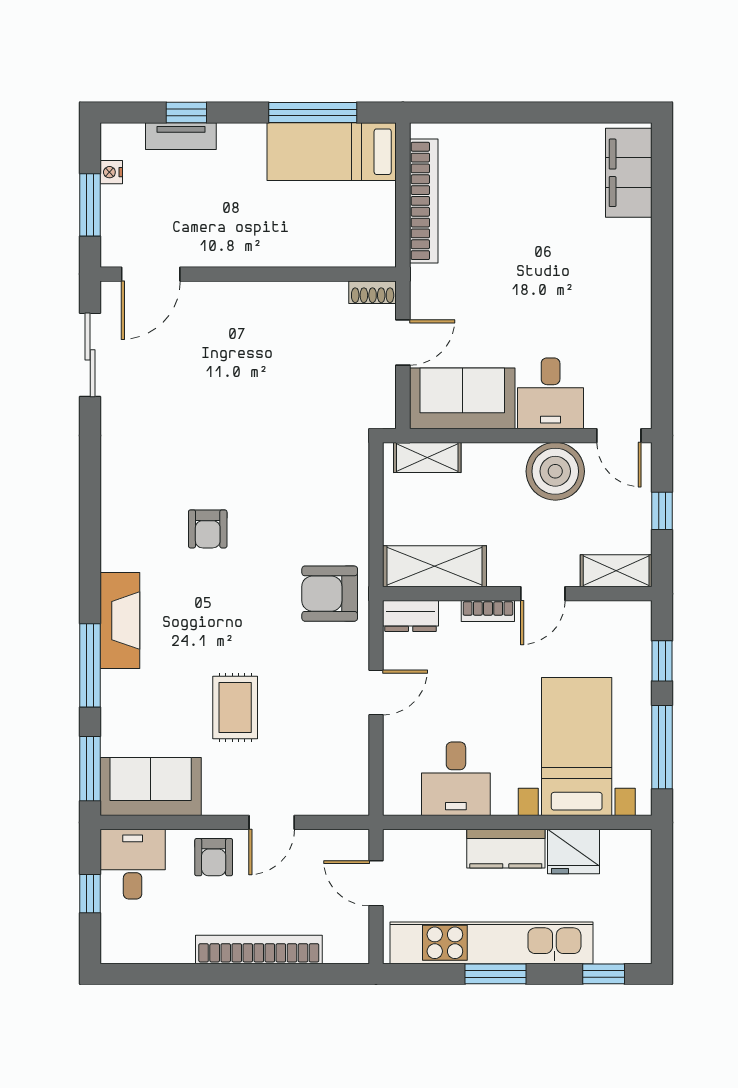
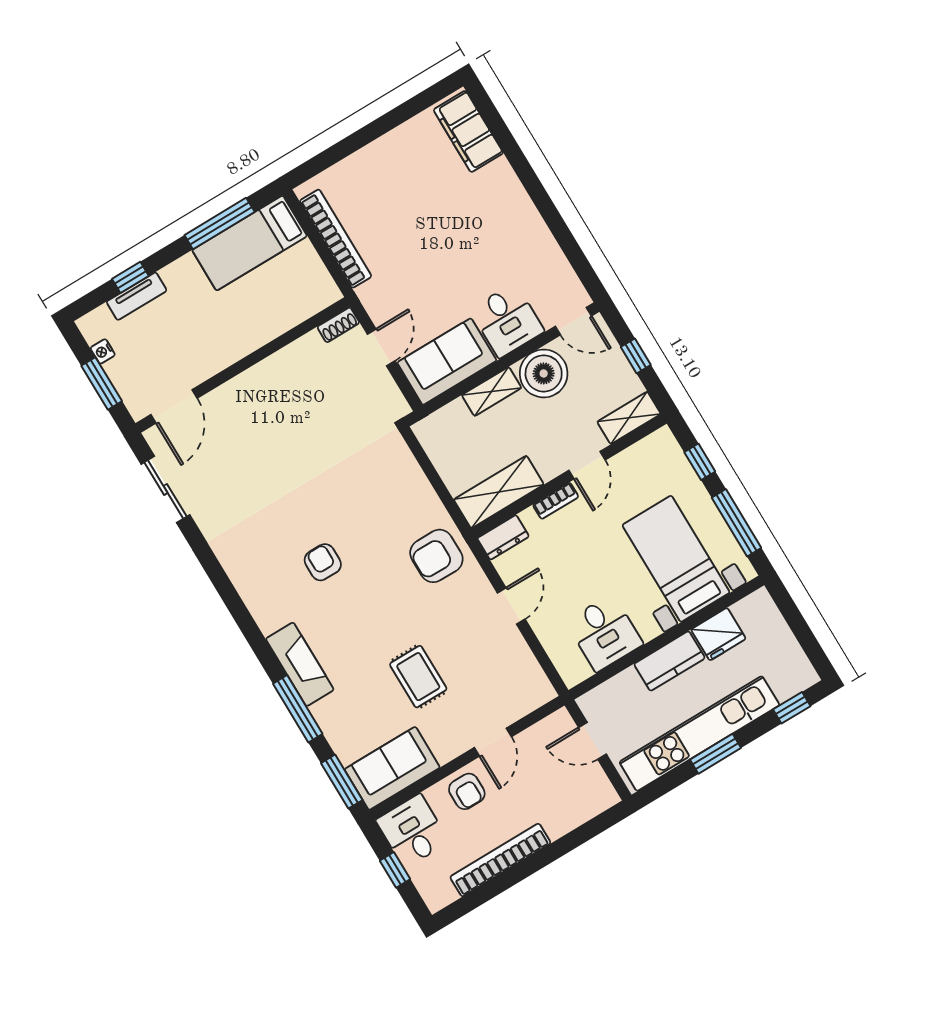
shelving: (427, 457) -> (492, 391), moved
armchair: (208, 529) -> (323, 562), turned 180
bookcase: (259, 949) -> (500, 860), moved

